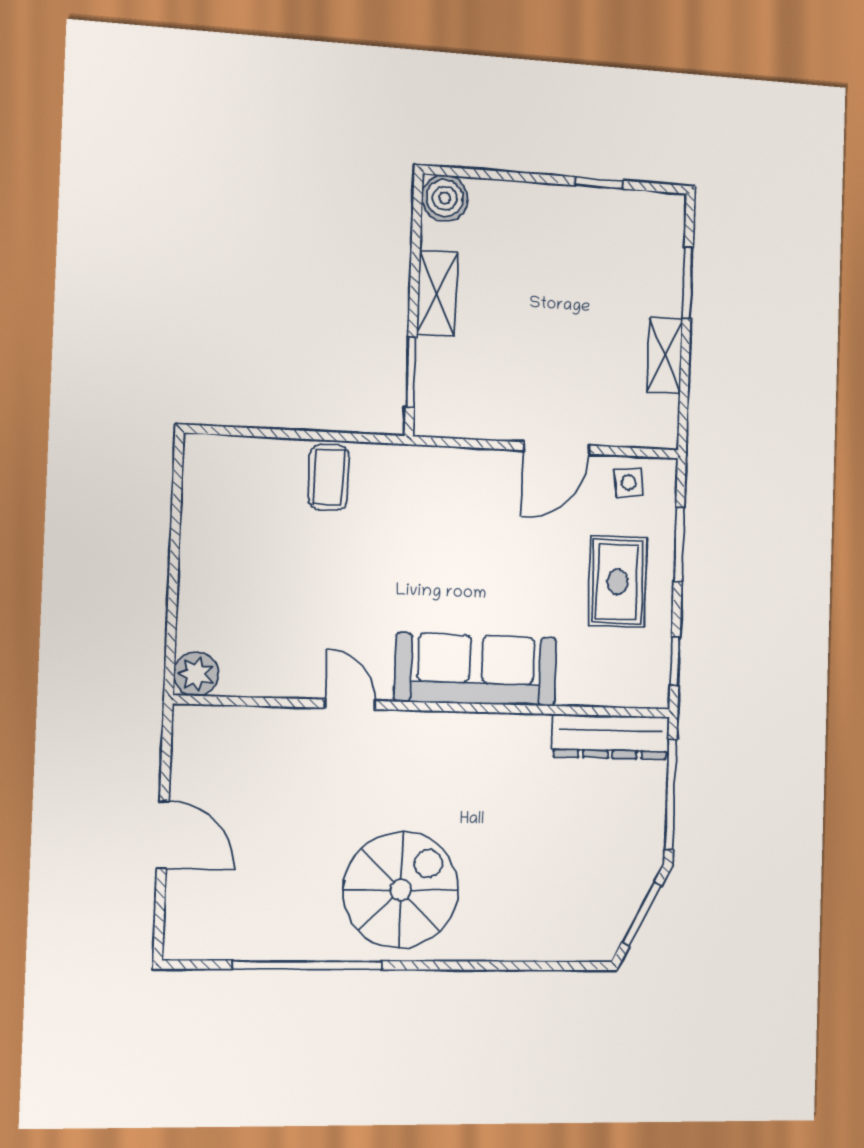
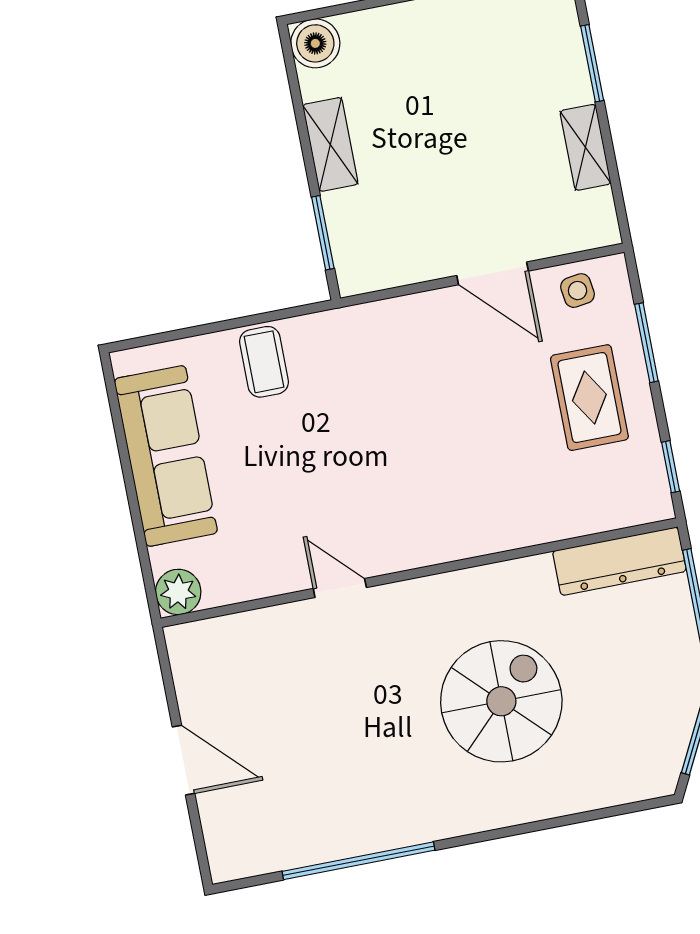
door: (557, 448) -> (493, 273), hinge flipped
sofa: (476, 669) -> (166, 456), moved, turned 90
spiral stairs: (401, 890) -> (501, 701), moved

